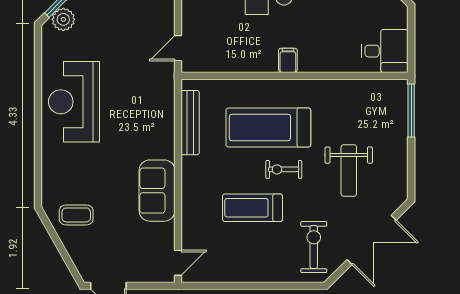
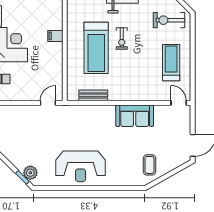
door: (178, 48) -> (48, 103), swing flipped
bench: (190, 123) -> (93, 95), width x0.73
treadmill: (252, 208) -> (171, 63), moved, turned 180

